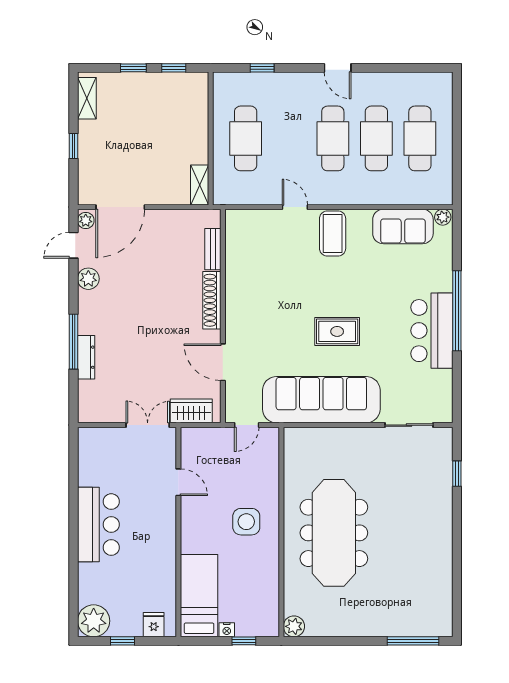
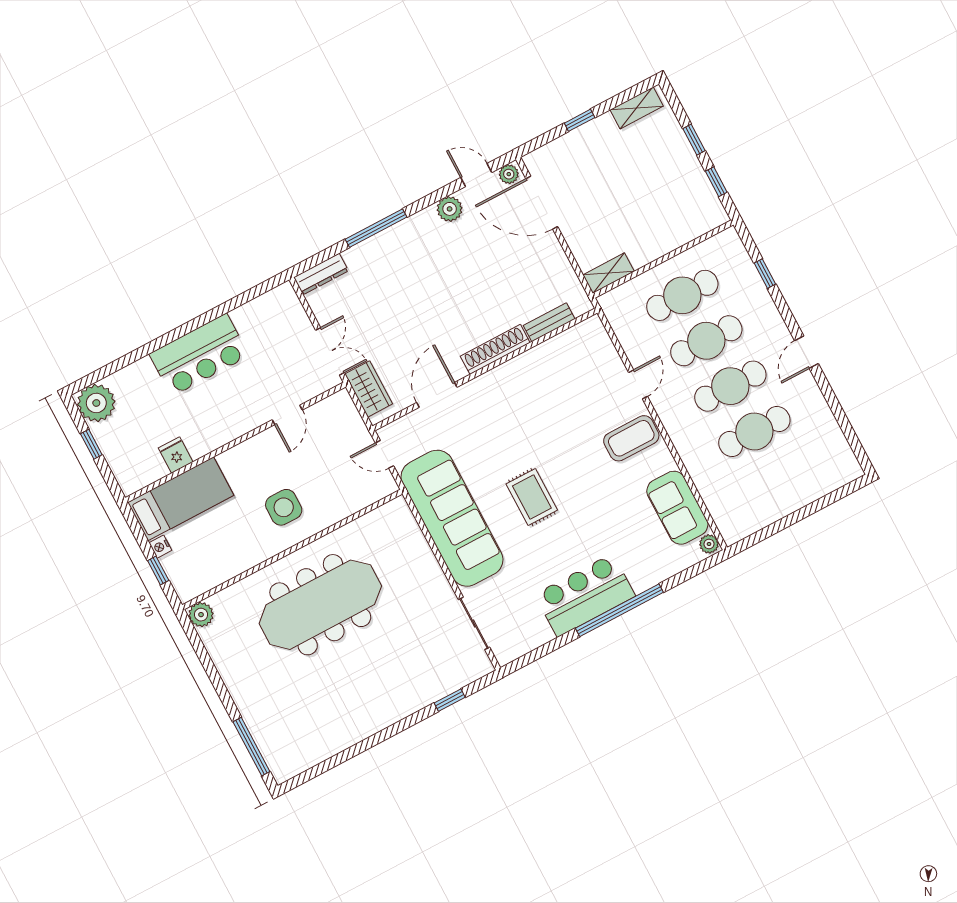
cafe table: (420, 138) -> (706, 341), moved
dresser: (86, 357) -> (321, 274), moved
fridge: (154, 625) -> (176, 455), moved, turned -90

